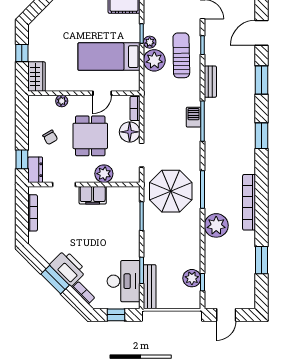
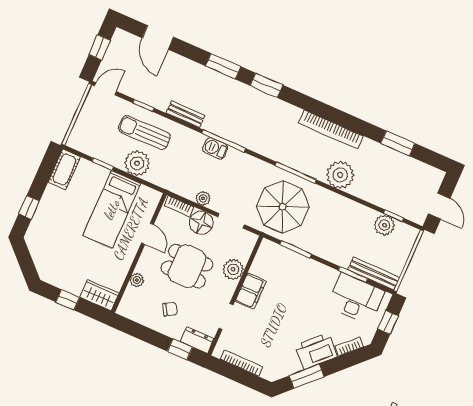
plant: (150, 42) -> (203, 198), moved
window: (261, 80) -> (223, 66), moved
window: (55, 280) -> (307, 376), moved

